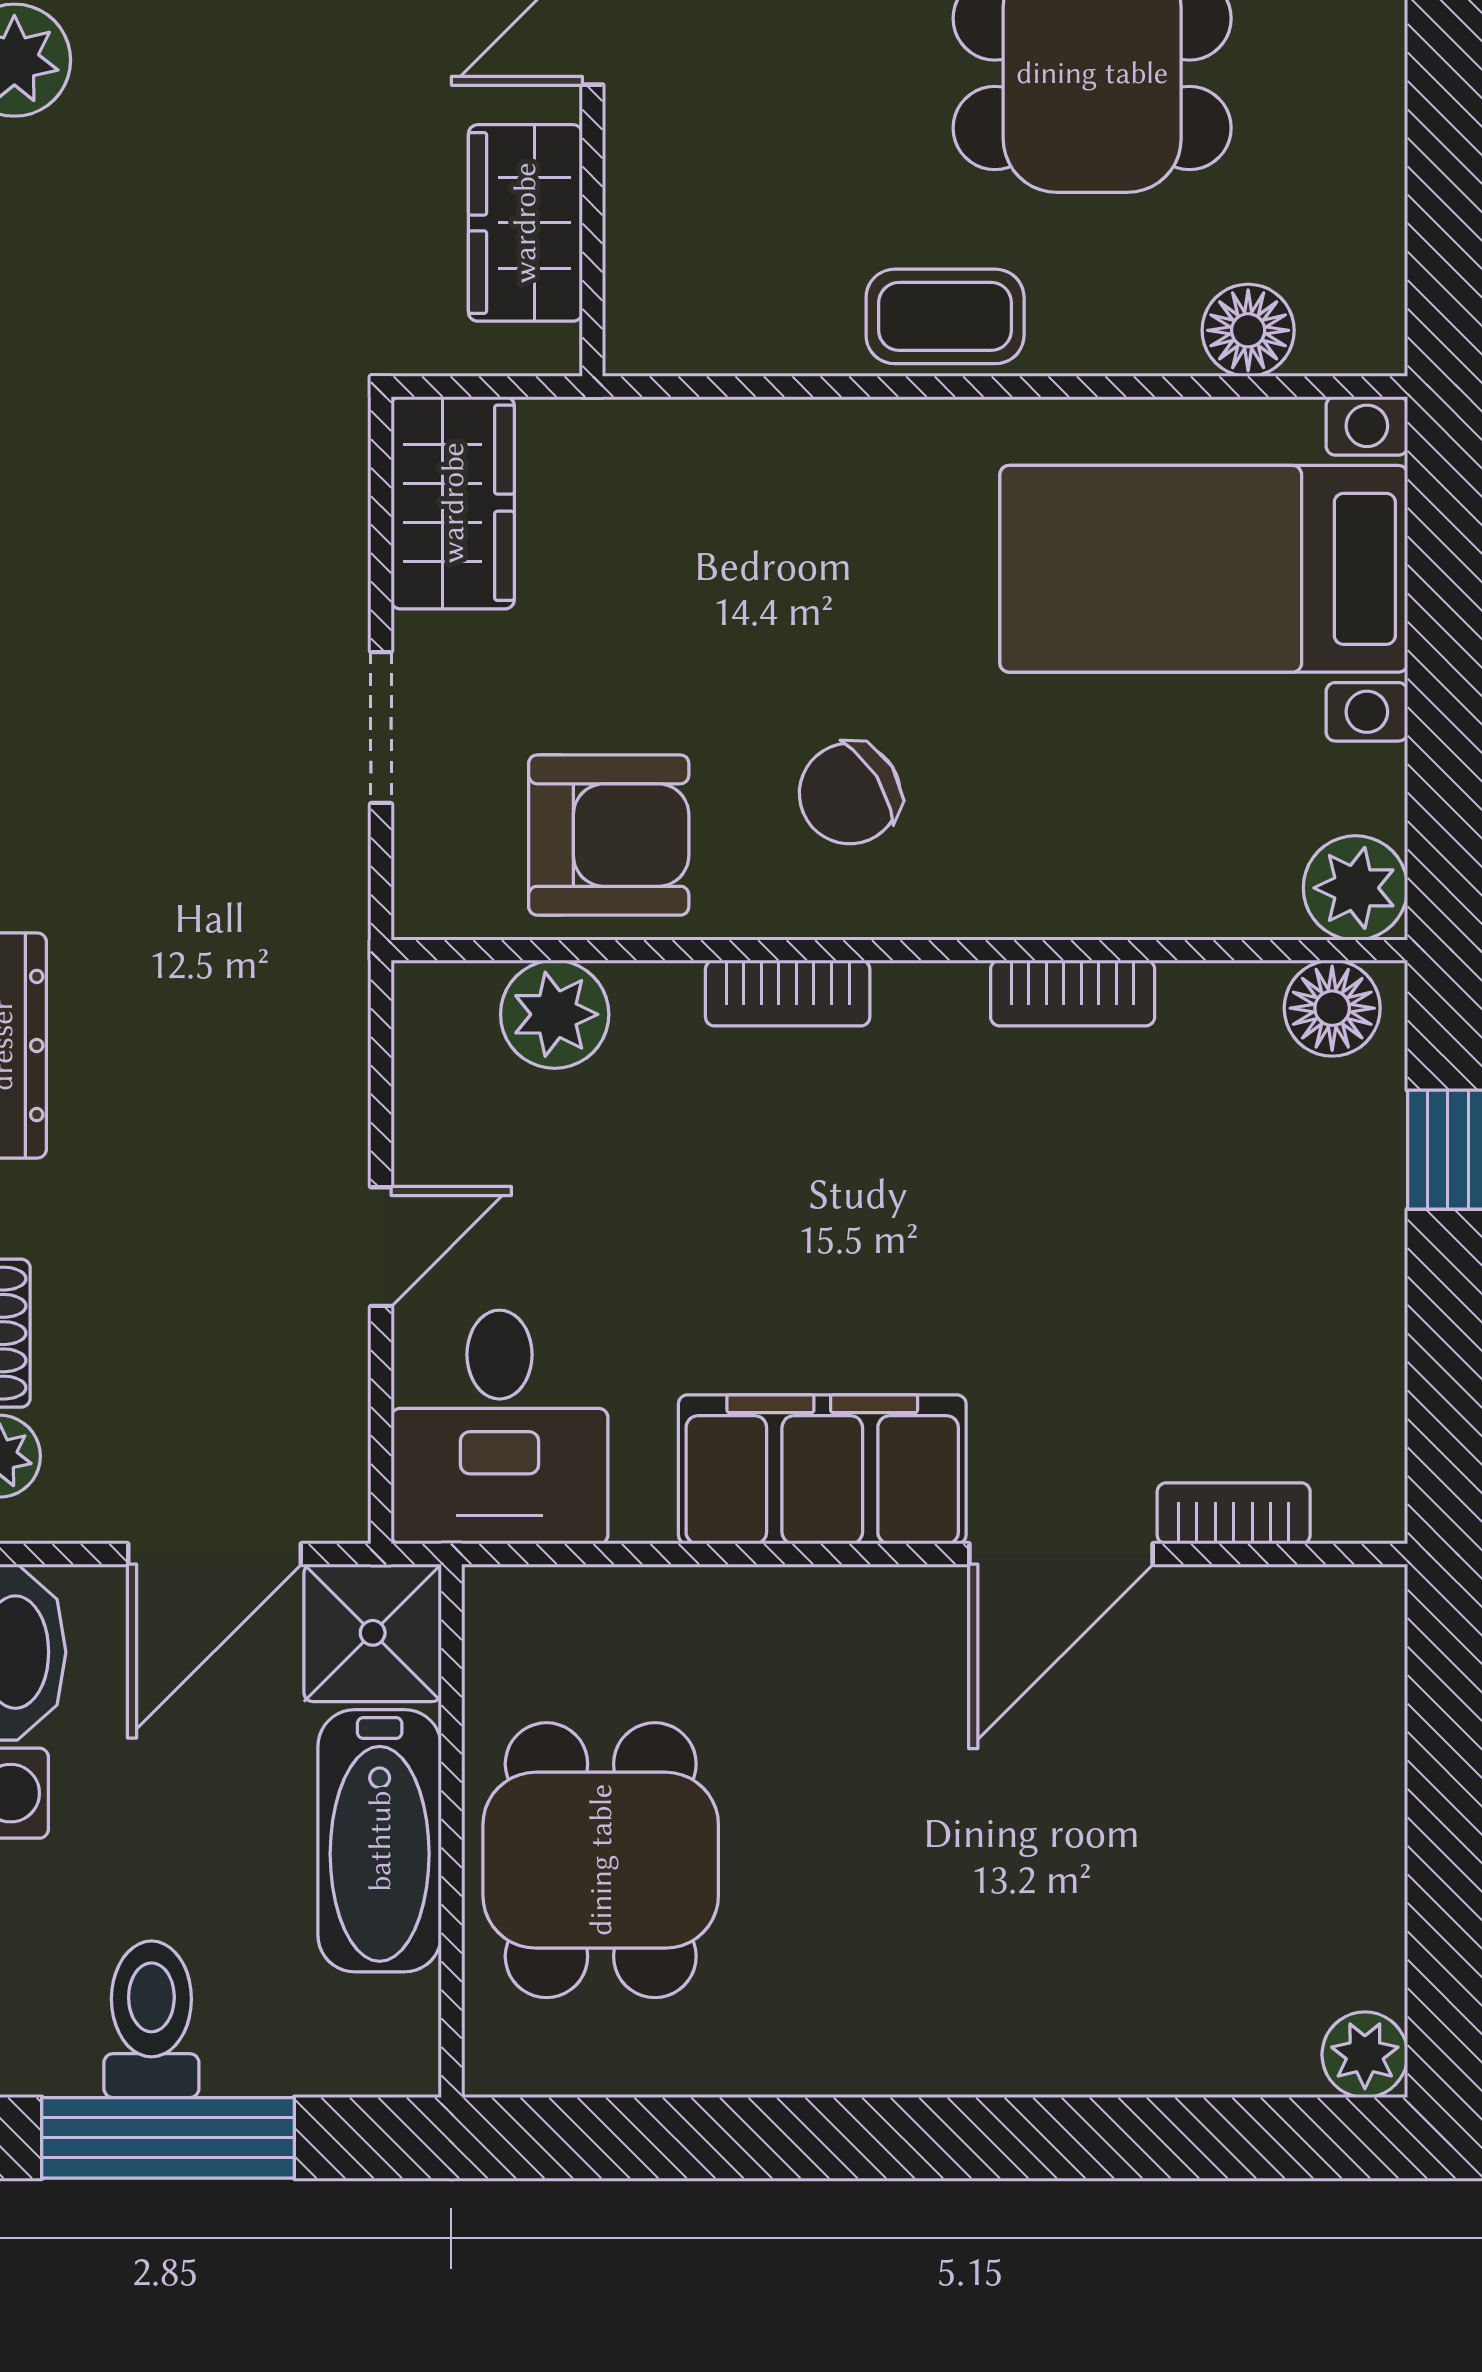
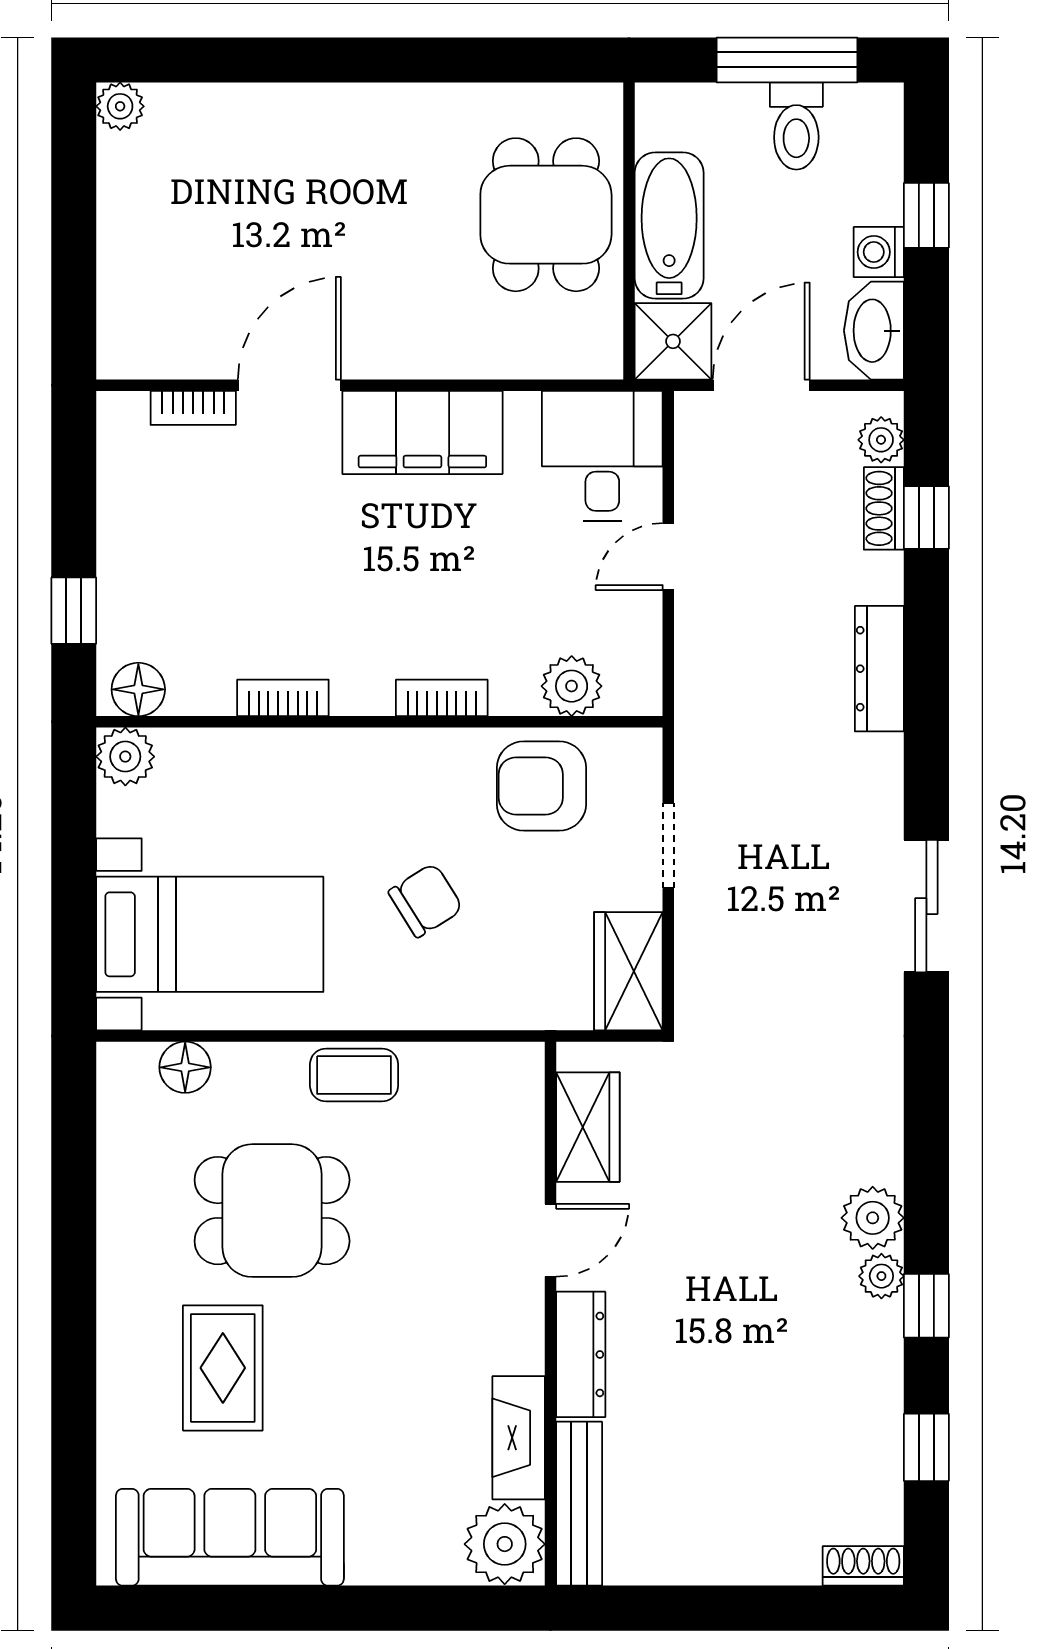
chair: (850, 793) -> (426, 900), moved

